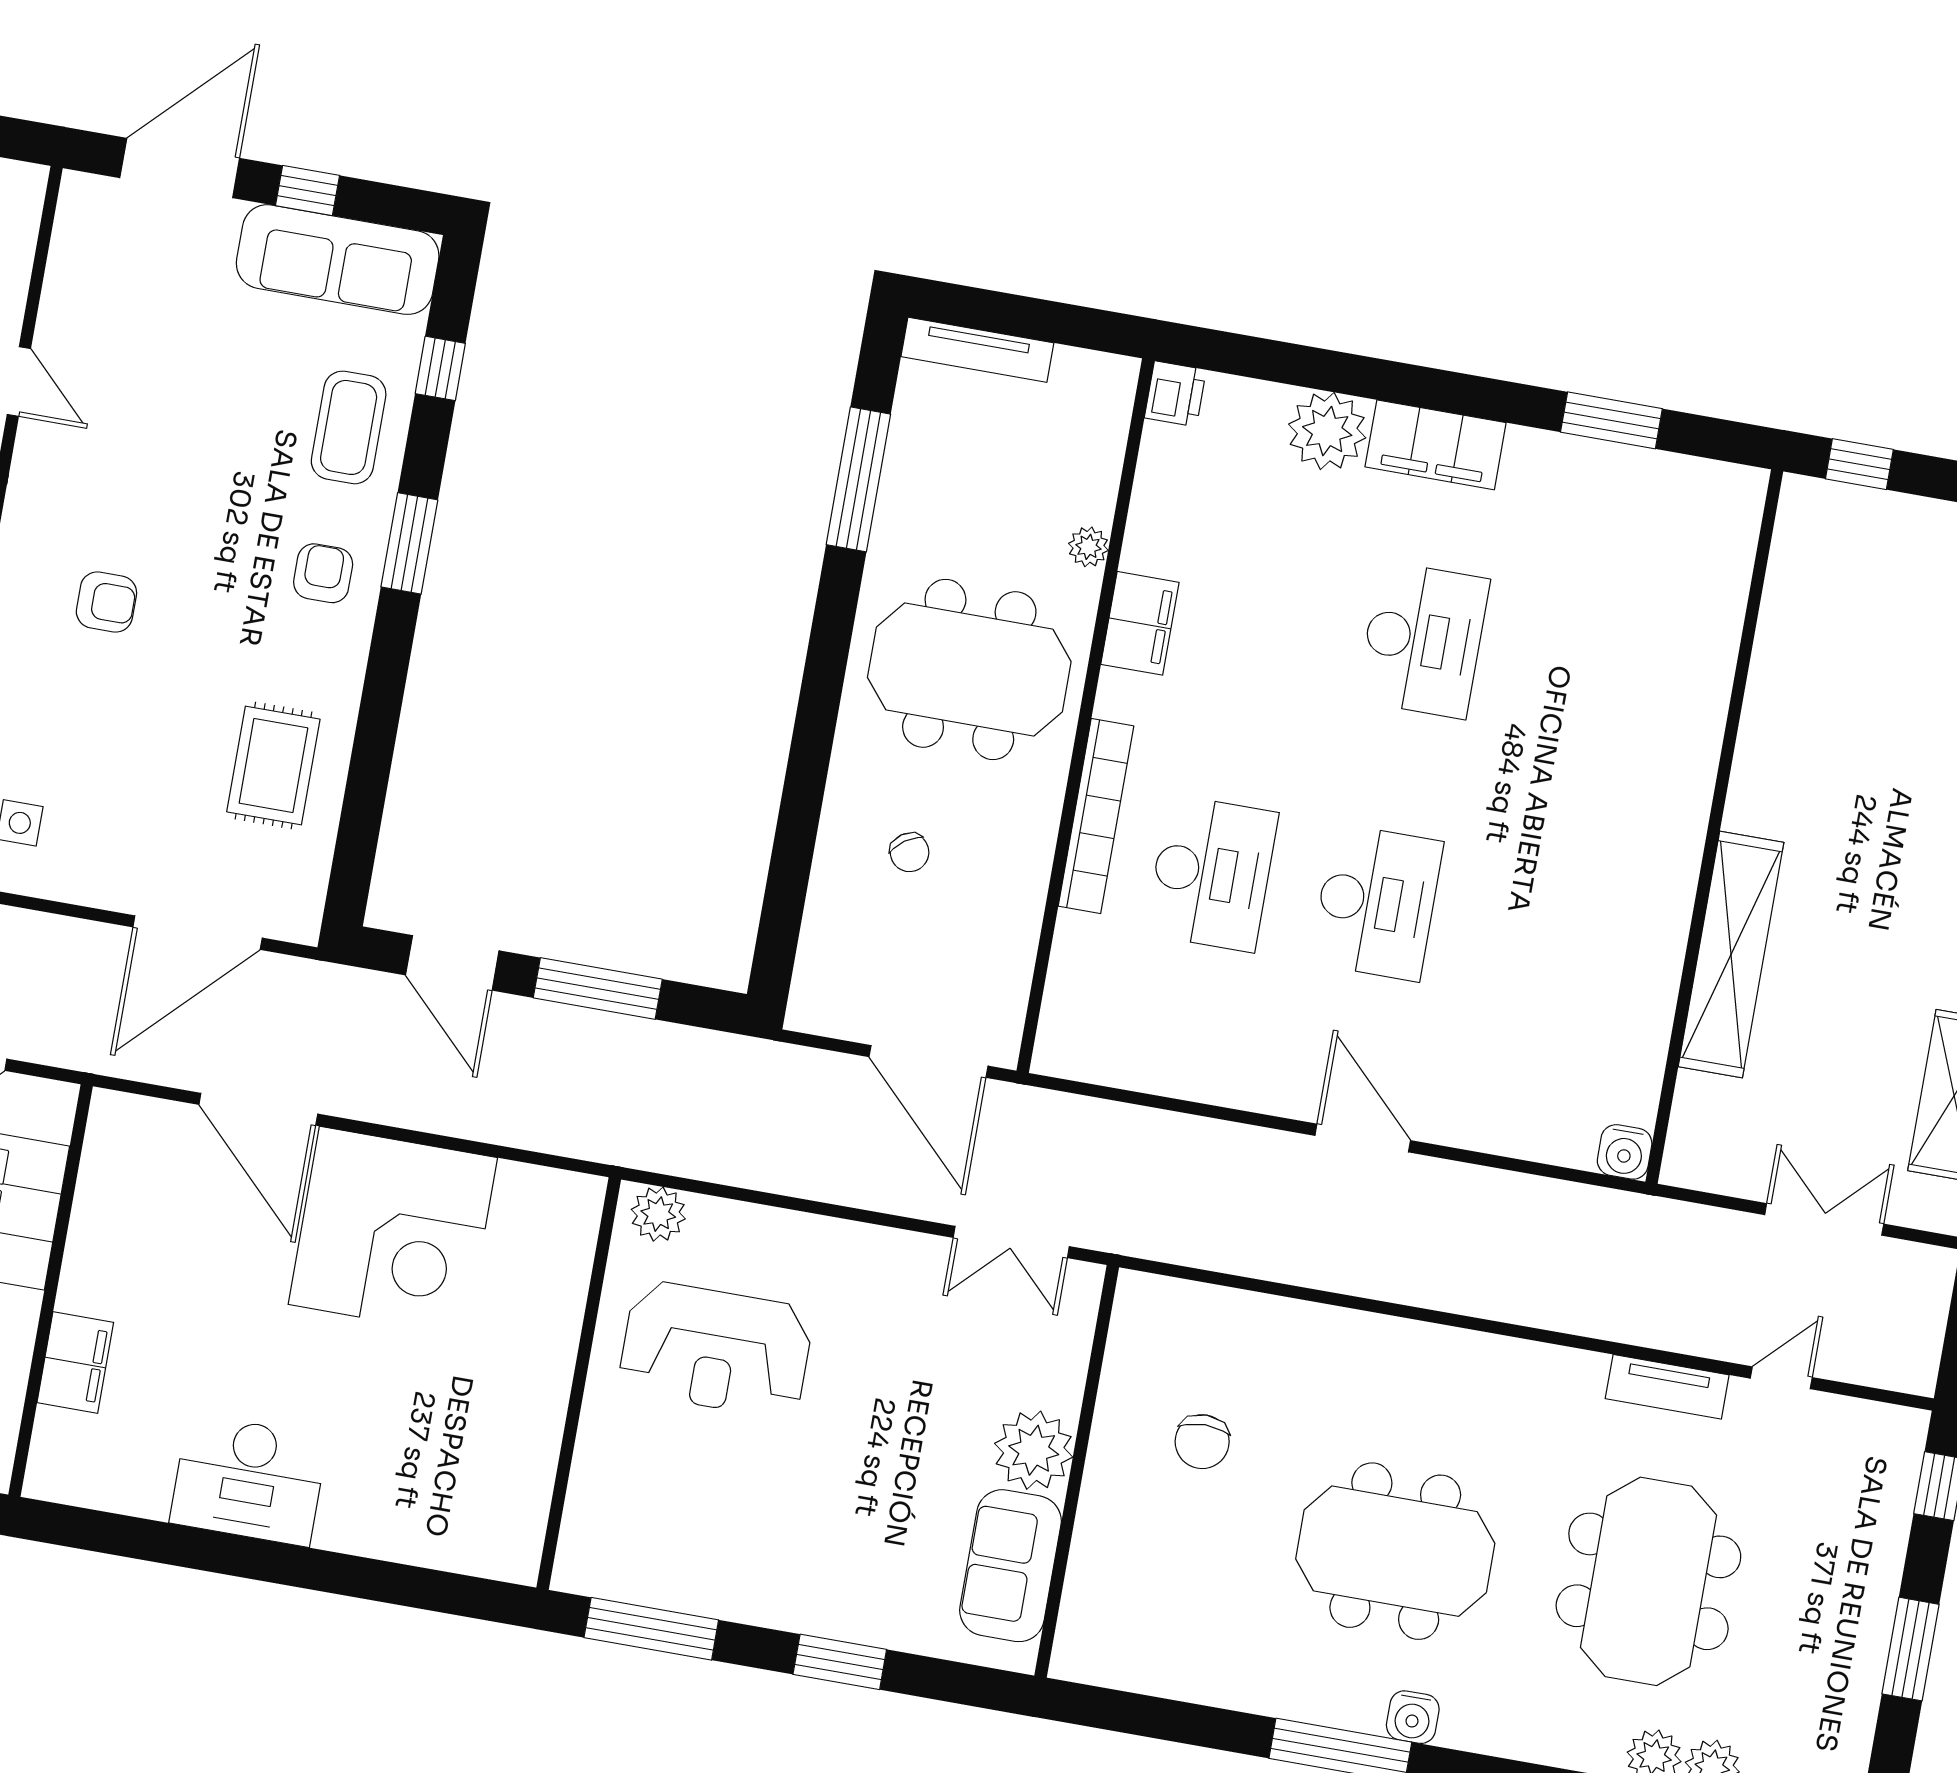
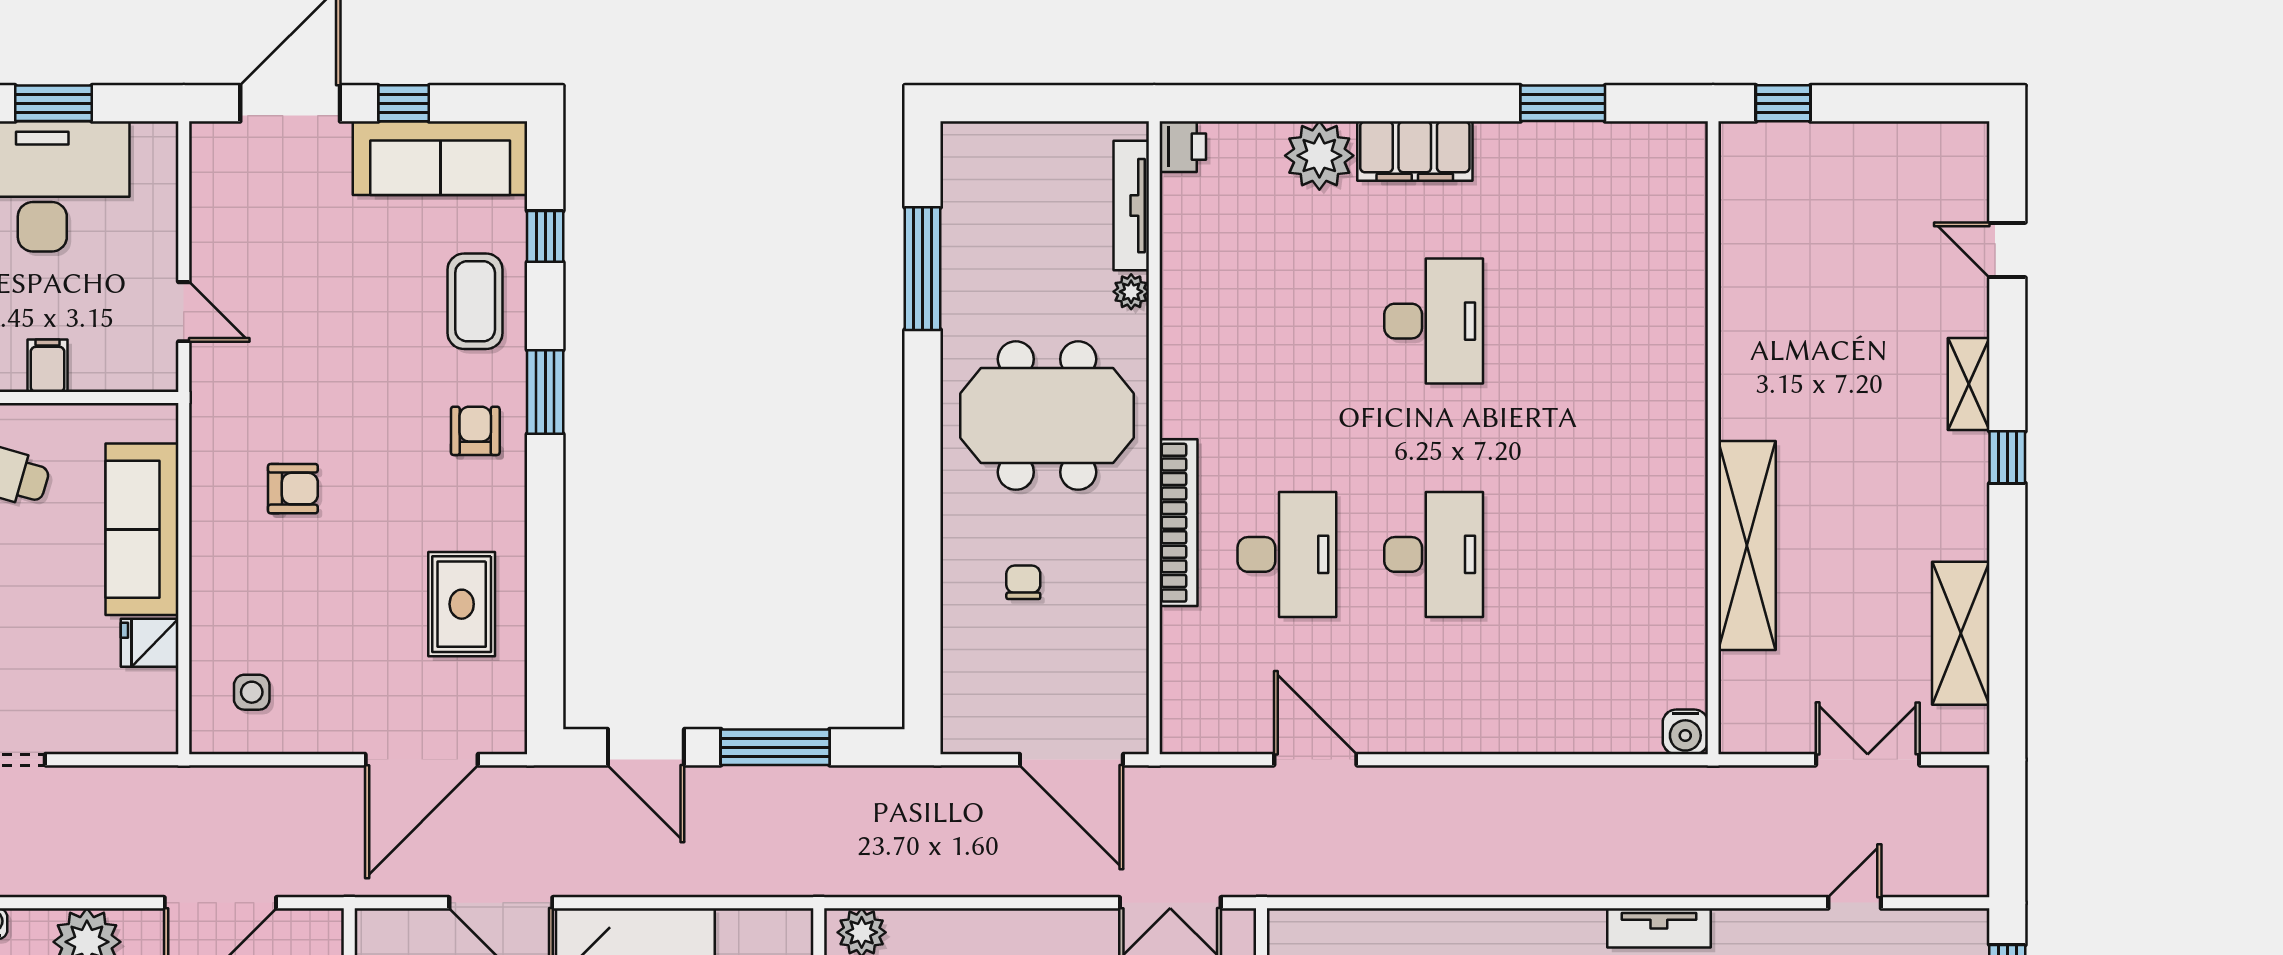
tv unit: (977, 350) -> (1131, 206), moved, turned 90
filing cabinet: (1140, 623) -> (1187, 350), removed
chair: (910, 852) -> (1023, 582), turned -145
door: (1363, 1138) -> (1315, 760), moved
tv unit: (1667, 1387) -> (1659, 928), moved

